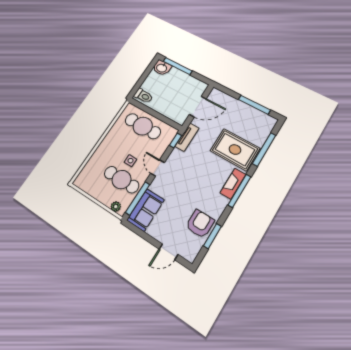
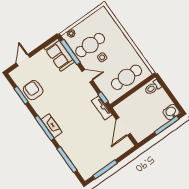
rug: (235, 150) -> (76, 139), removed
armchair: (200, 224) -> (33, 90), turned 180

